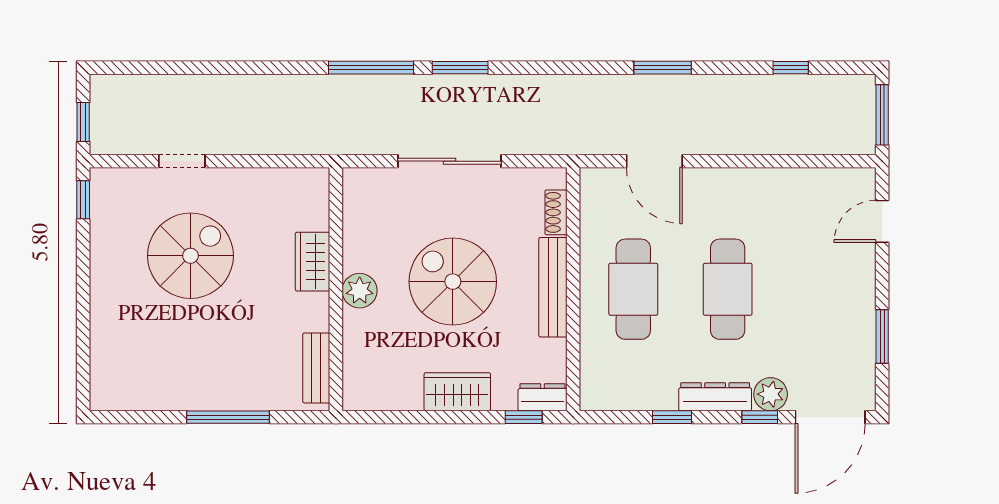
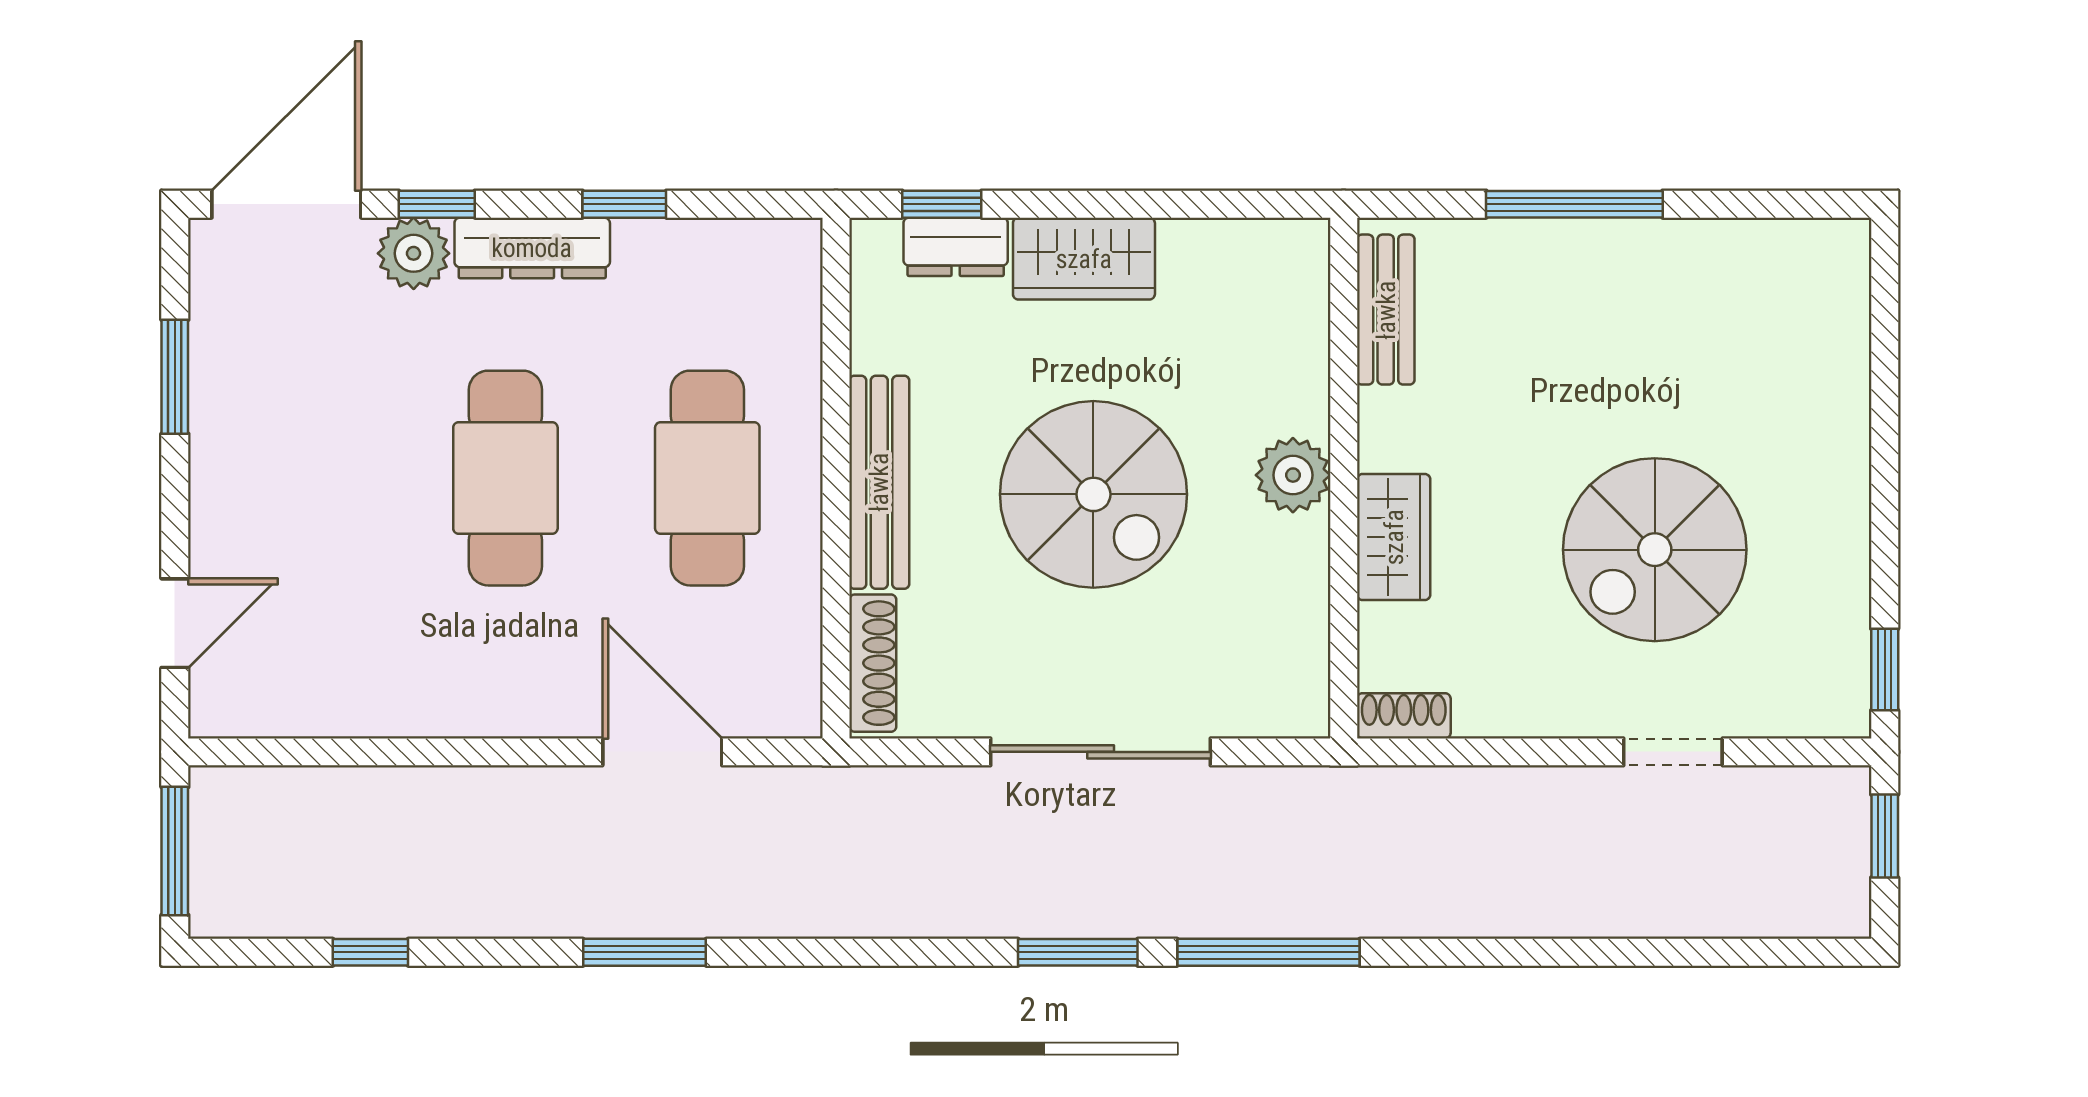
shoe rack: (308, 178) -> (1404, 716), added
shoe rack: (556, 212) -> (873, 663), width x1.43
dresser: (543, 397) -> (956, 247), moved

